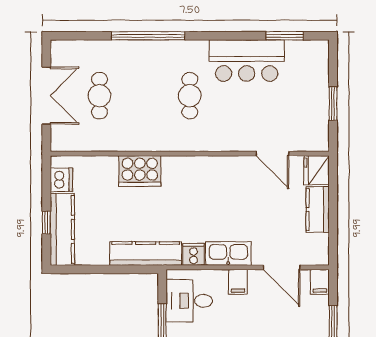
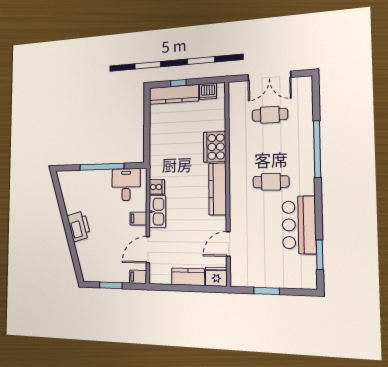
kitchen counter: (146, 254) -> (218, 189), moved, turned 180

